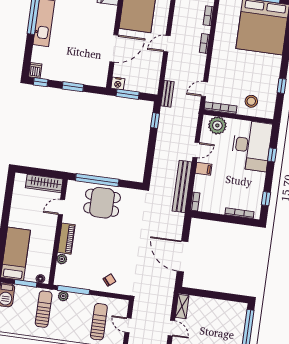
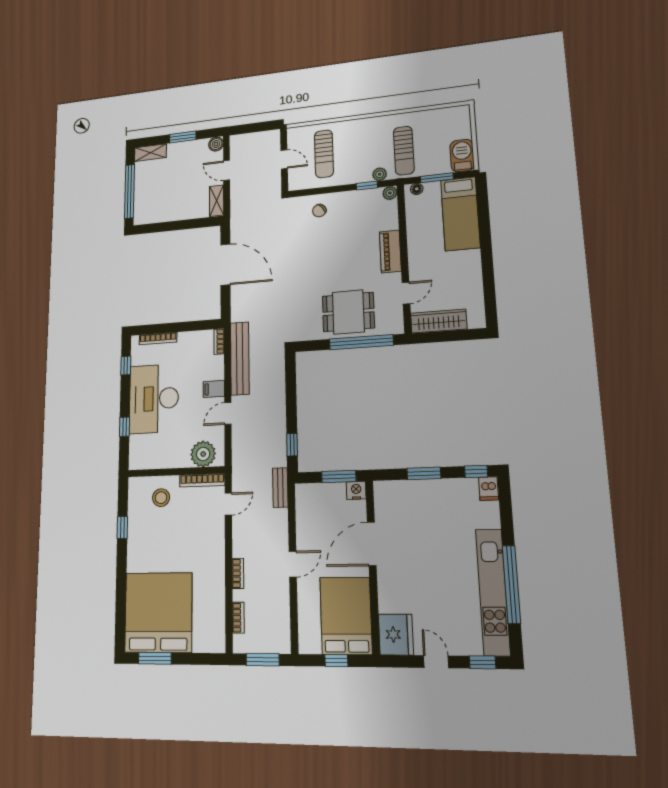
desk: (251, 146) -> (154, 399), moved
plant: (62, 259) -> (390, 193), moved
window: (73, 290) -> (367, 186), width x0.46

